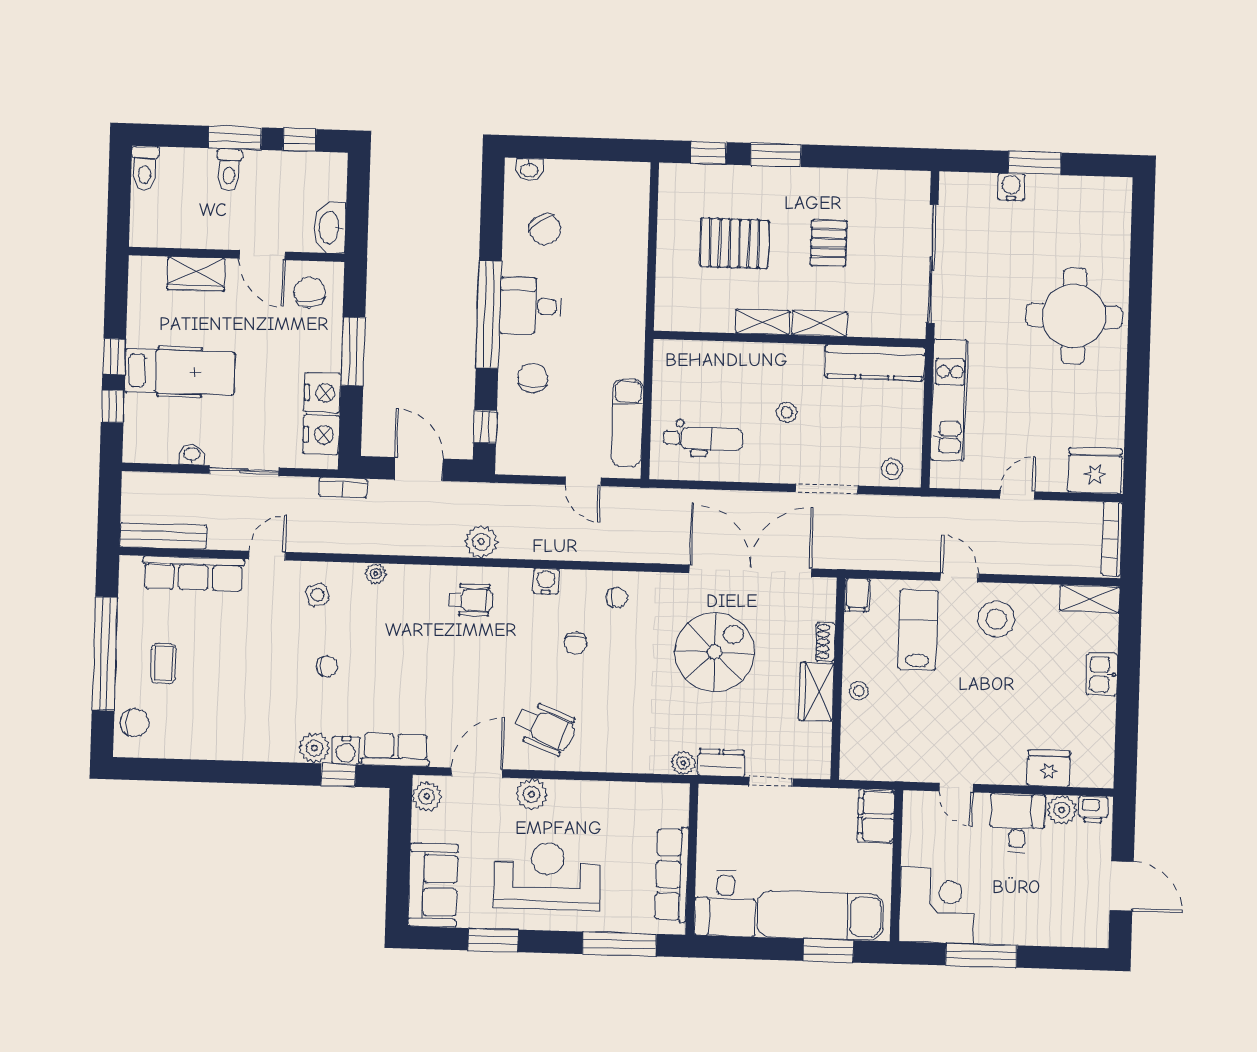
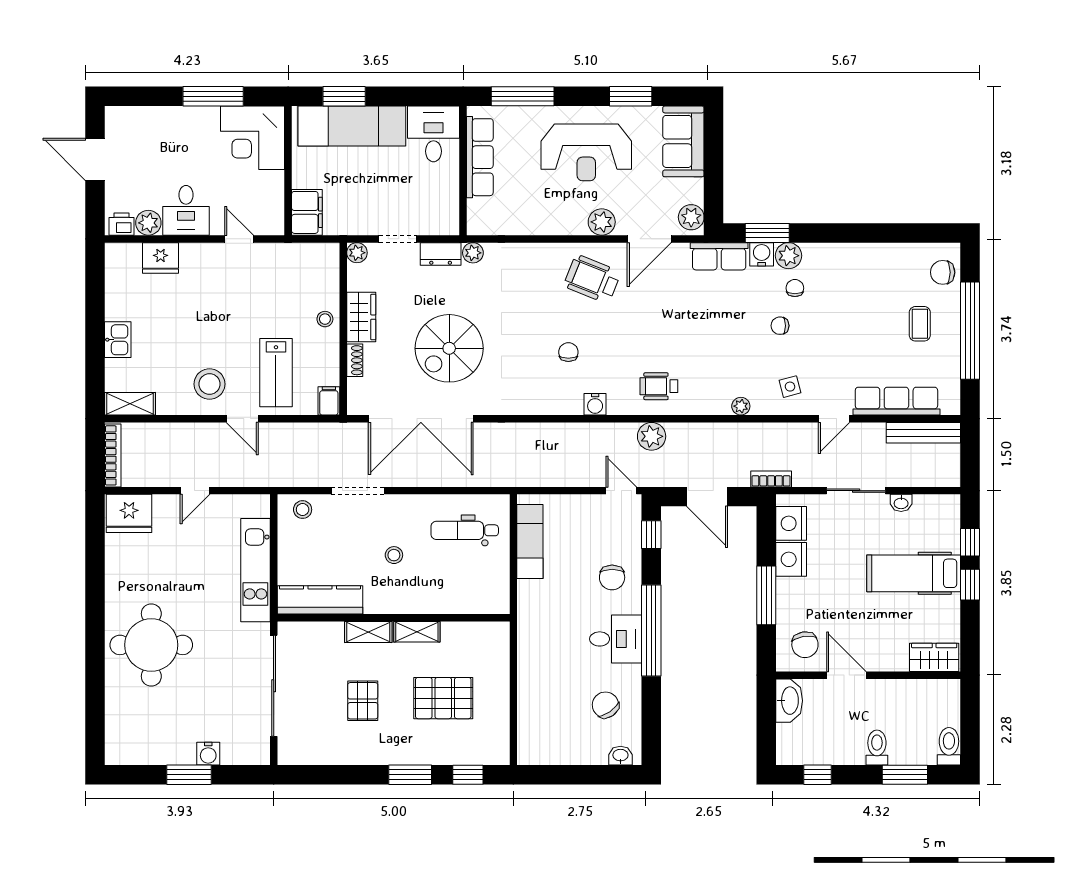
window: (235, 138) -> (905, 775), moved
wardrobe: (196, 274) -> (934, 657), moved
door: (583, 481) -> (621, 491), moved
chair: (617, 597) -> (795, 288), moved, turned 90
plant: (819, 767) -> (357, 253), added
window: (338, 775) -> (767, 233), width x1.50

